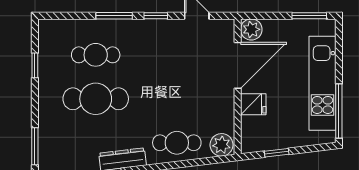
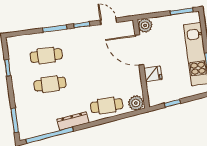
door: (238, 65) -> (139, 50), swing flipped
cafe table: (96, 99) -> (50, 84), width x0.73, depth x0.74

